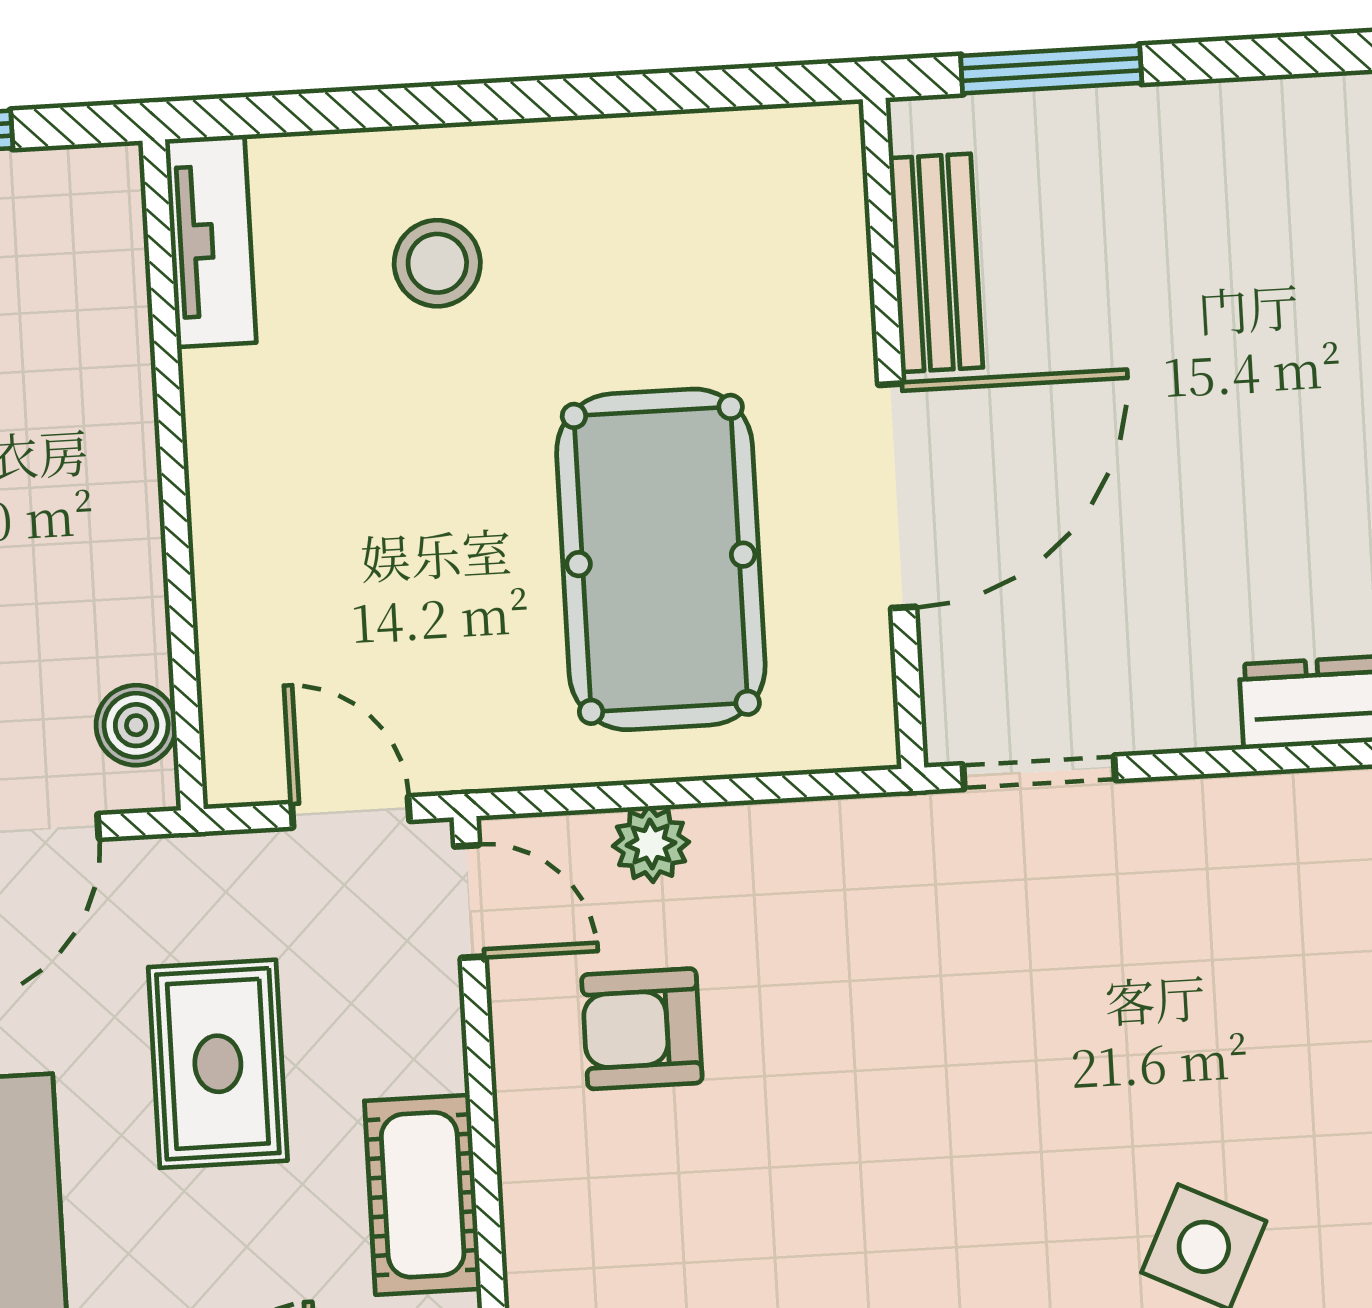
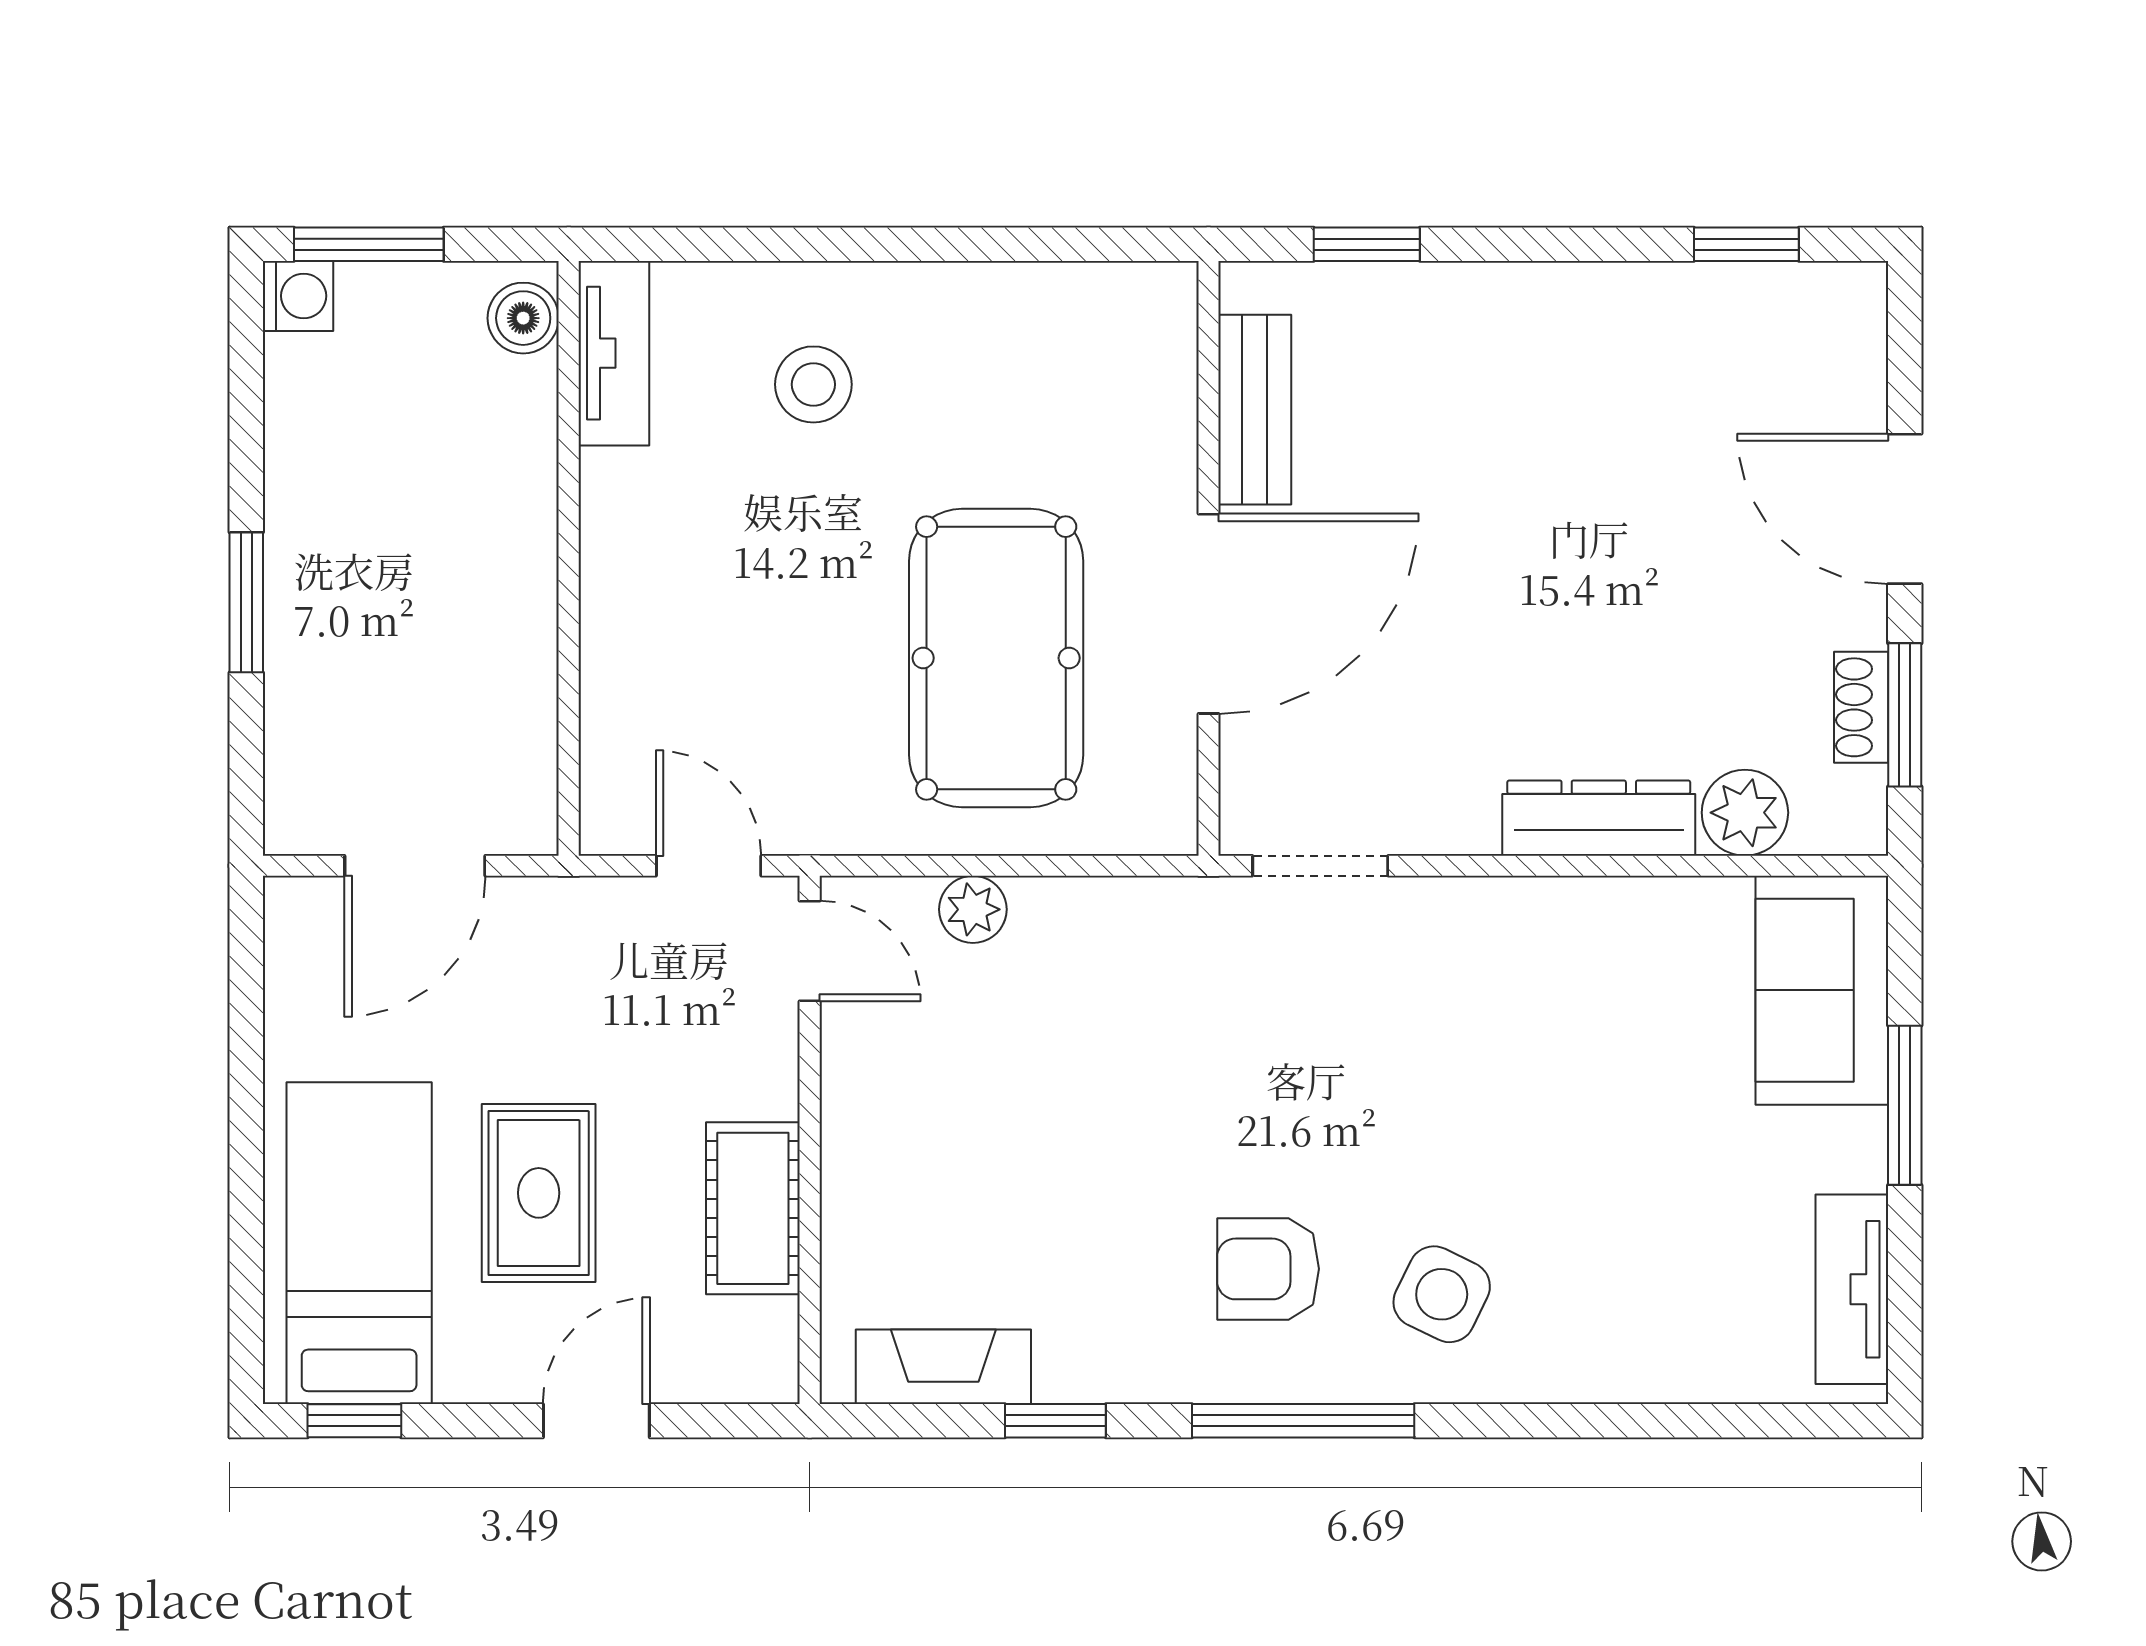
window: (1051, 69) -> (1367, 244), width x0.67
boiler: (136, 725) -> (523, 318), moved
armchair: (642, 1029) -> (1268, 1269), moved
rug: (218, 1064) -> (539, 1193), moved

